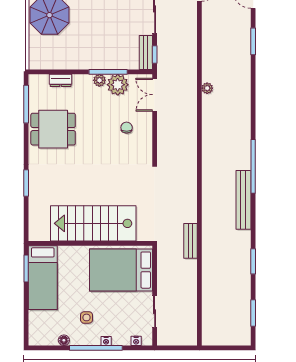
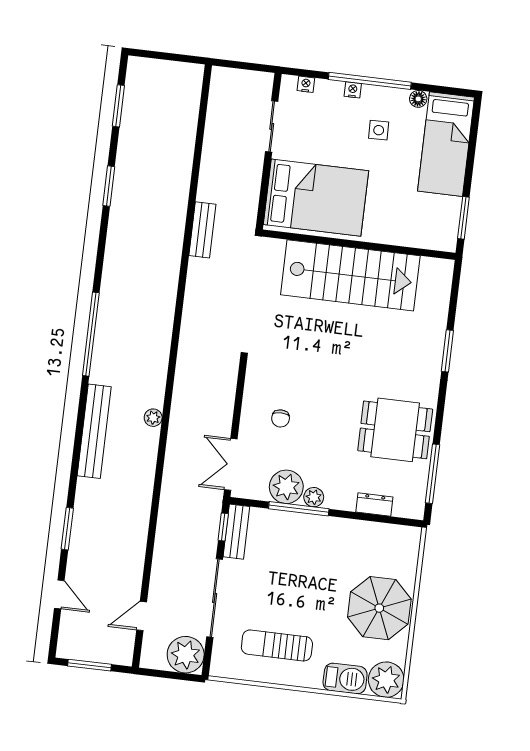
plant: (207, 88) -> (153, 418), moved
double door: (155, 95) -> (231, 464), swing flipped
bench: (243, 200) -> (94, 431), moved
bed: (43, 278) -> (446, 144), moved, turned 180

